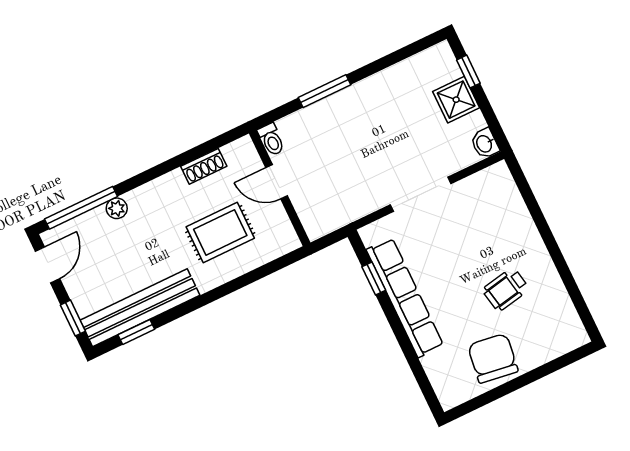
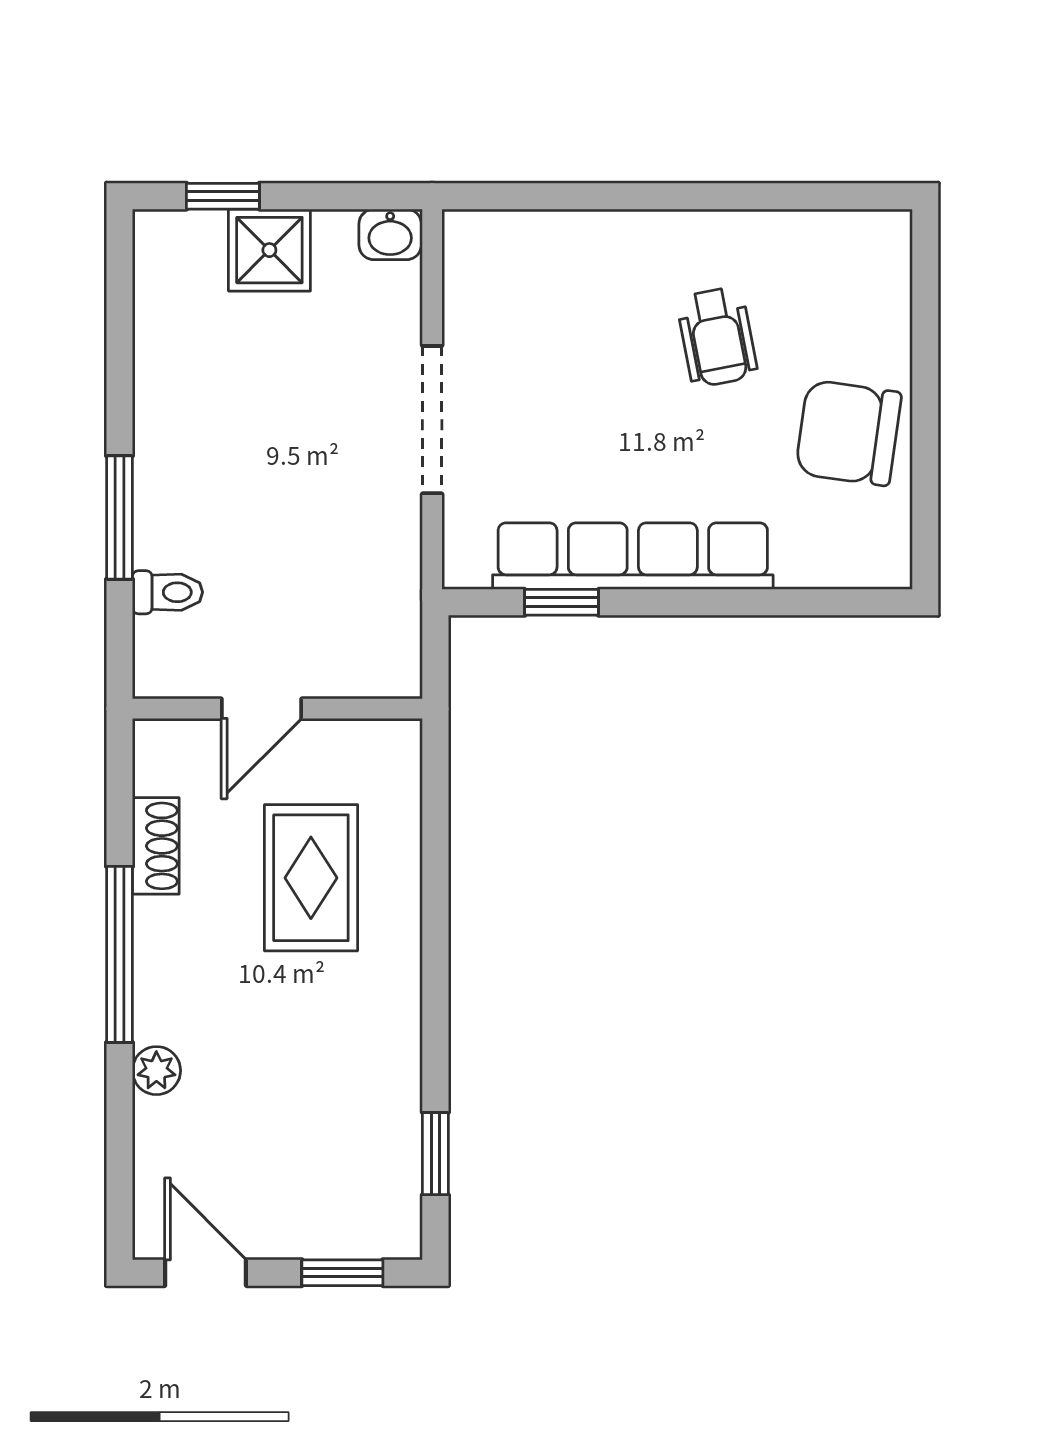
toilet: (271, 139) -> (167, 592), moved
window: (81, 208) -> (120, 954), moved
bench: (140, 308) -> (388, 1122), removed

